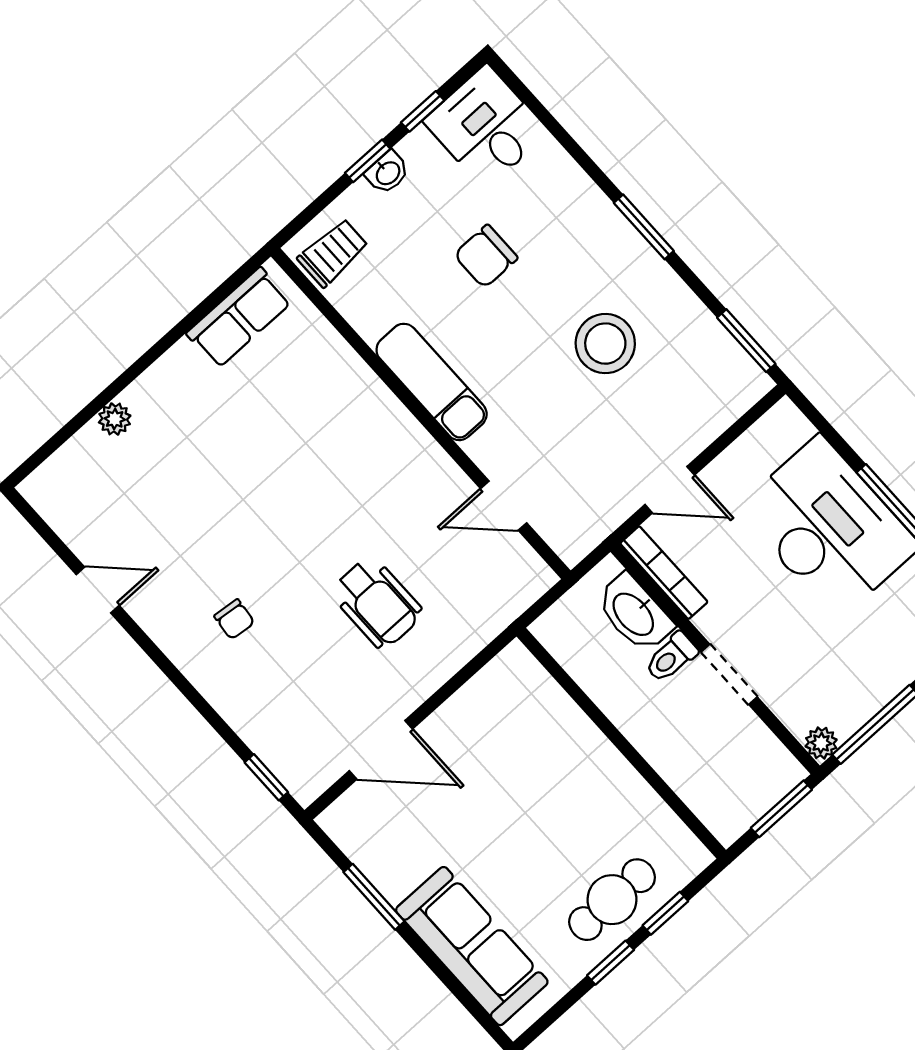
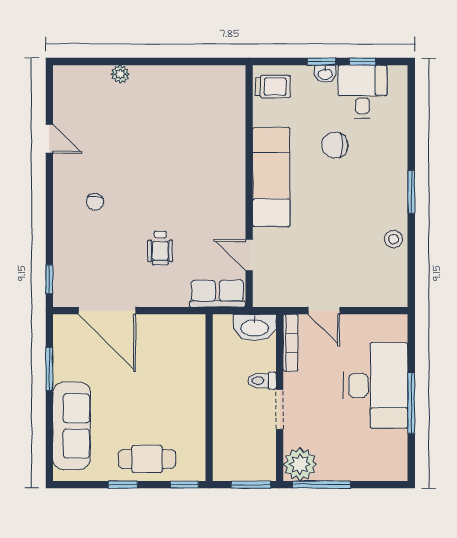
desk: (486, 127) -> (362, 92), moved
row of seats: (239, 318) -> (217, 294), moved, turned 180
window: (746, 341) -> (411, 277), removed
stool: (605, 344) -> (394, 239), moved, width x0.53, depth x0.53
exam couch: (432, 382) -> (271, 177), width x1.36, depth x1.45
wheelchair: (377, 603) -> (160, 248), width x0.73, depth x0.73
washbasin: (634, 613) -> (255, 327), moved, turned -90
plant: (821, 743) -> (300, 464), width x1.87, depth x1.87
door: (381, 750) -> (107, 311), width x1.36
window: (665, 913) -> (184, 485), moved

